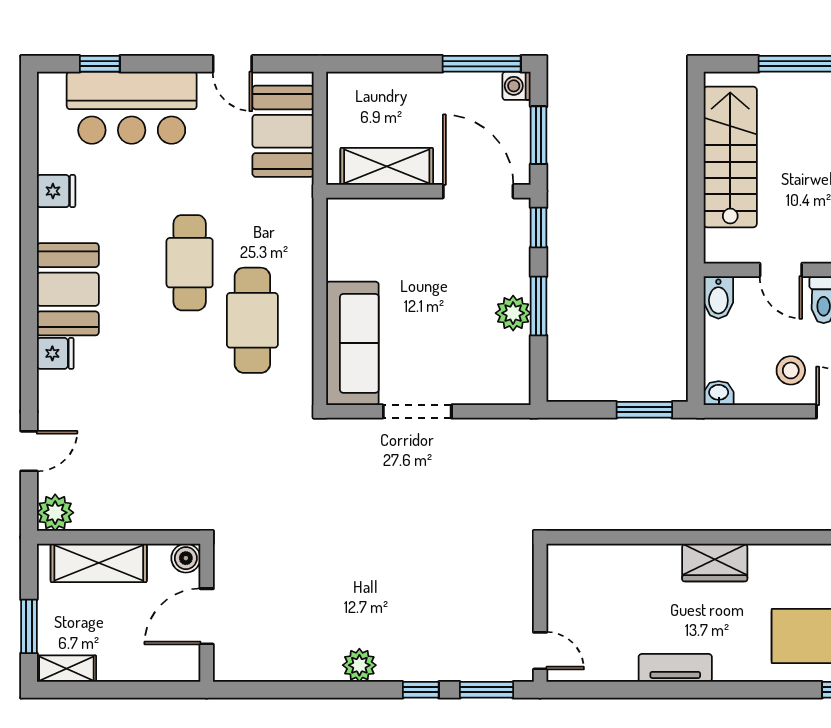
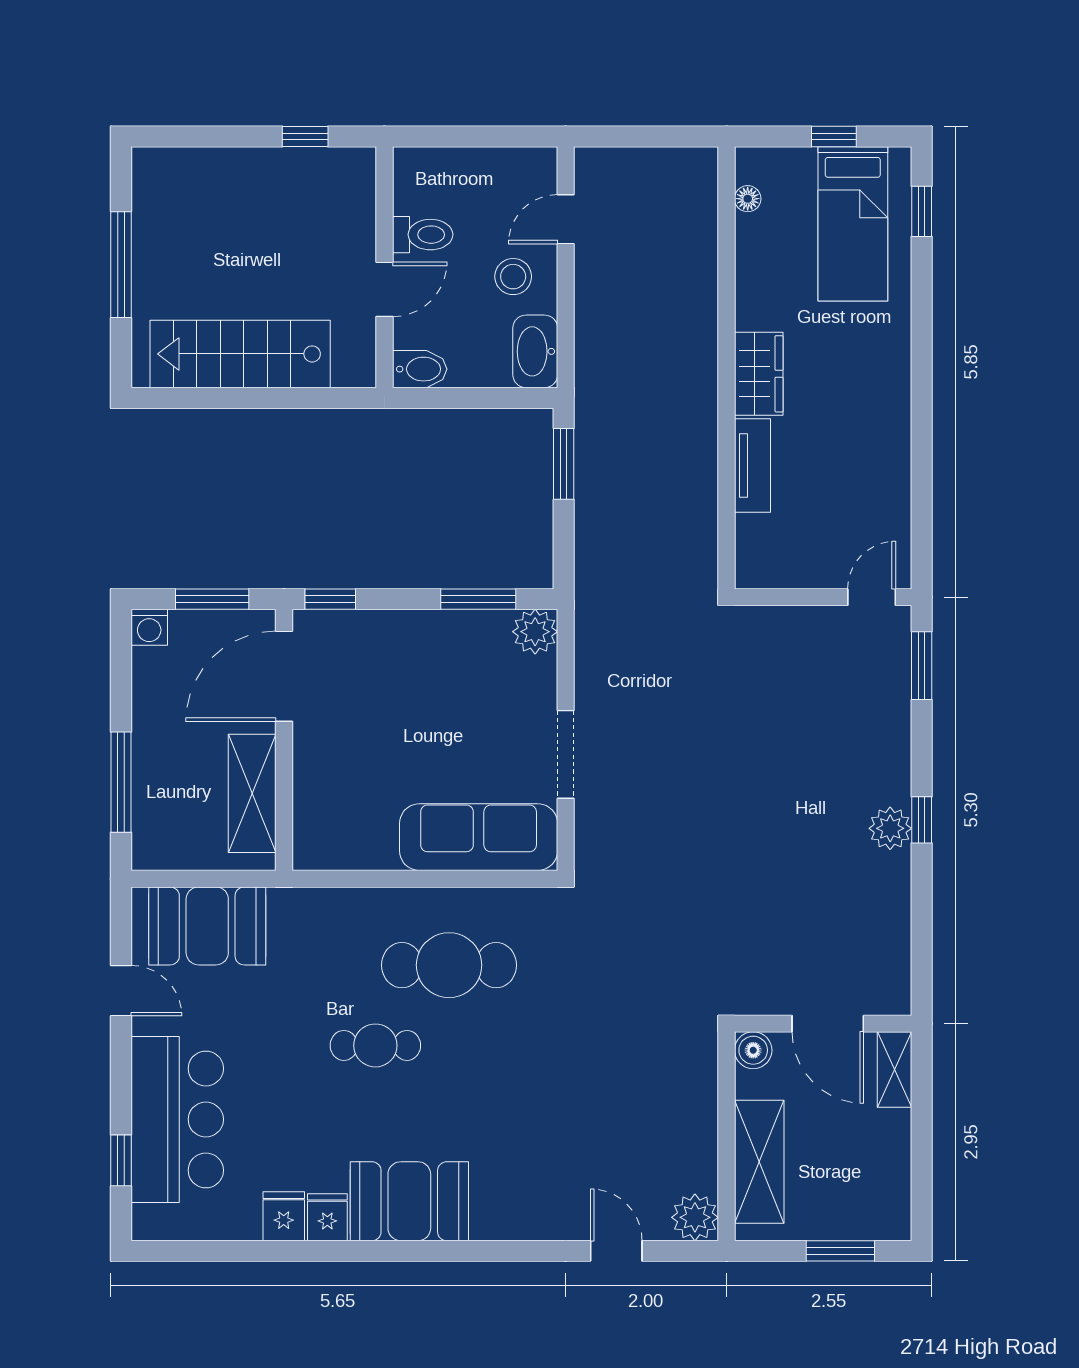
door: (232, 64) -> (121, 991), hinge flipped
window: (482, 64) -> (121, 782), moved
cafe table: (190, 263) -> (375, 1045), width x0.73, depth x0.74
window: (539, 306) -> (478, 599), moved
plant: (513, 313) -> (535, 632), moved
fridge: (55, 353) -> (327, 1217), moved
washbasin: (719, 393) -> (535, 351), width x1.91, depth x1.45
tv unit: (675, 668) -> (752, 466), moved, turned 180
shelving: (66, 669) -> (895, 1070), moved
window: (421, 690) -> (922, 820), moved

